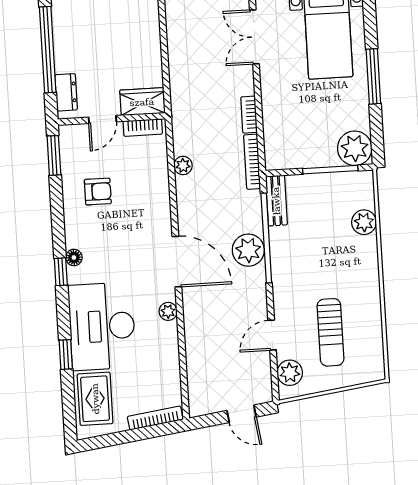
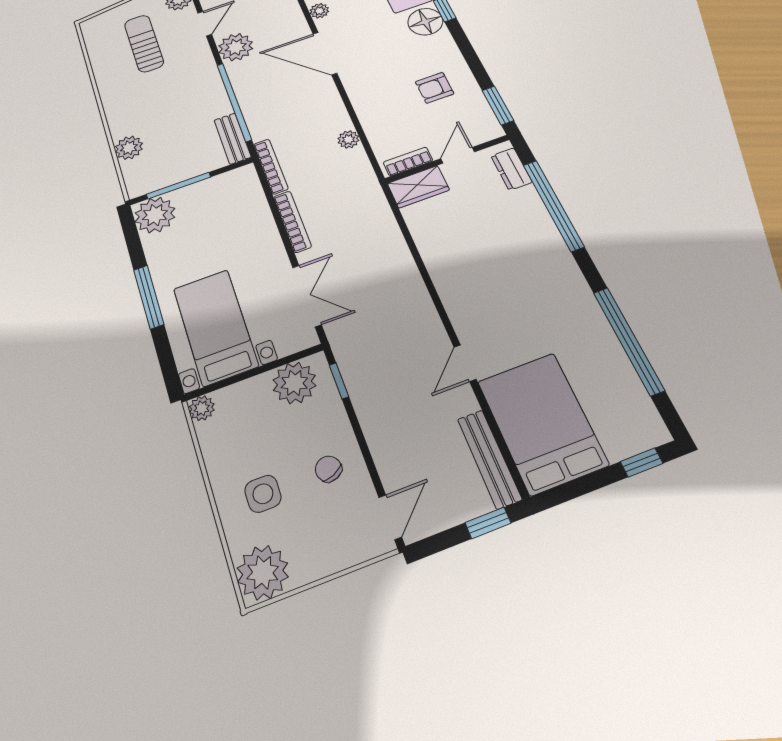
bookcase: (249, 115) -> (292, 222), width x1.56
plant: (248, 250) -> (236, 47), moved
floor lamp: (74, 258) -> (425, 22), width x1.89, depth x1.89

